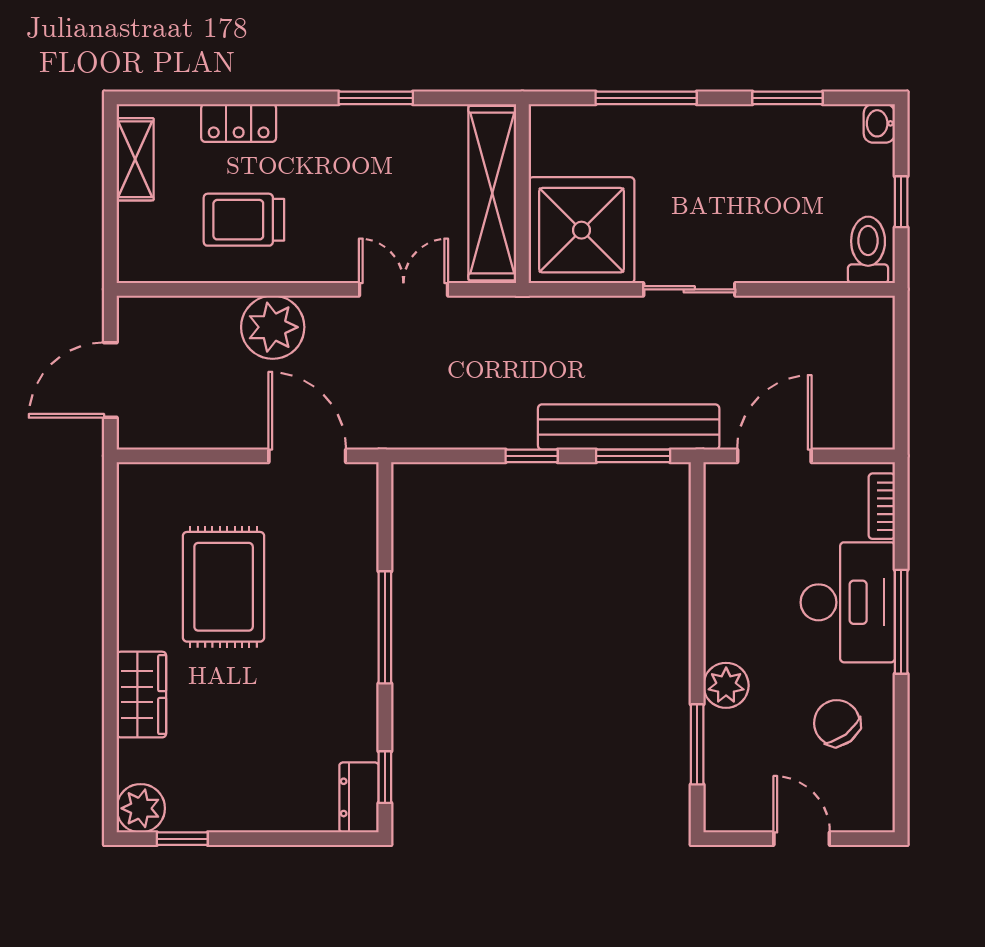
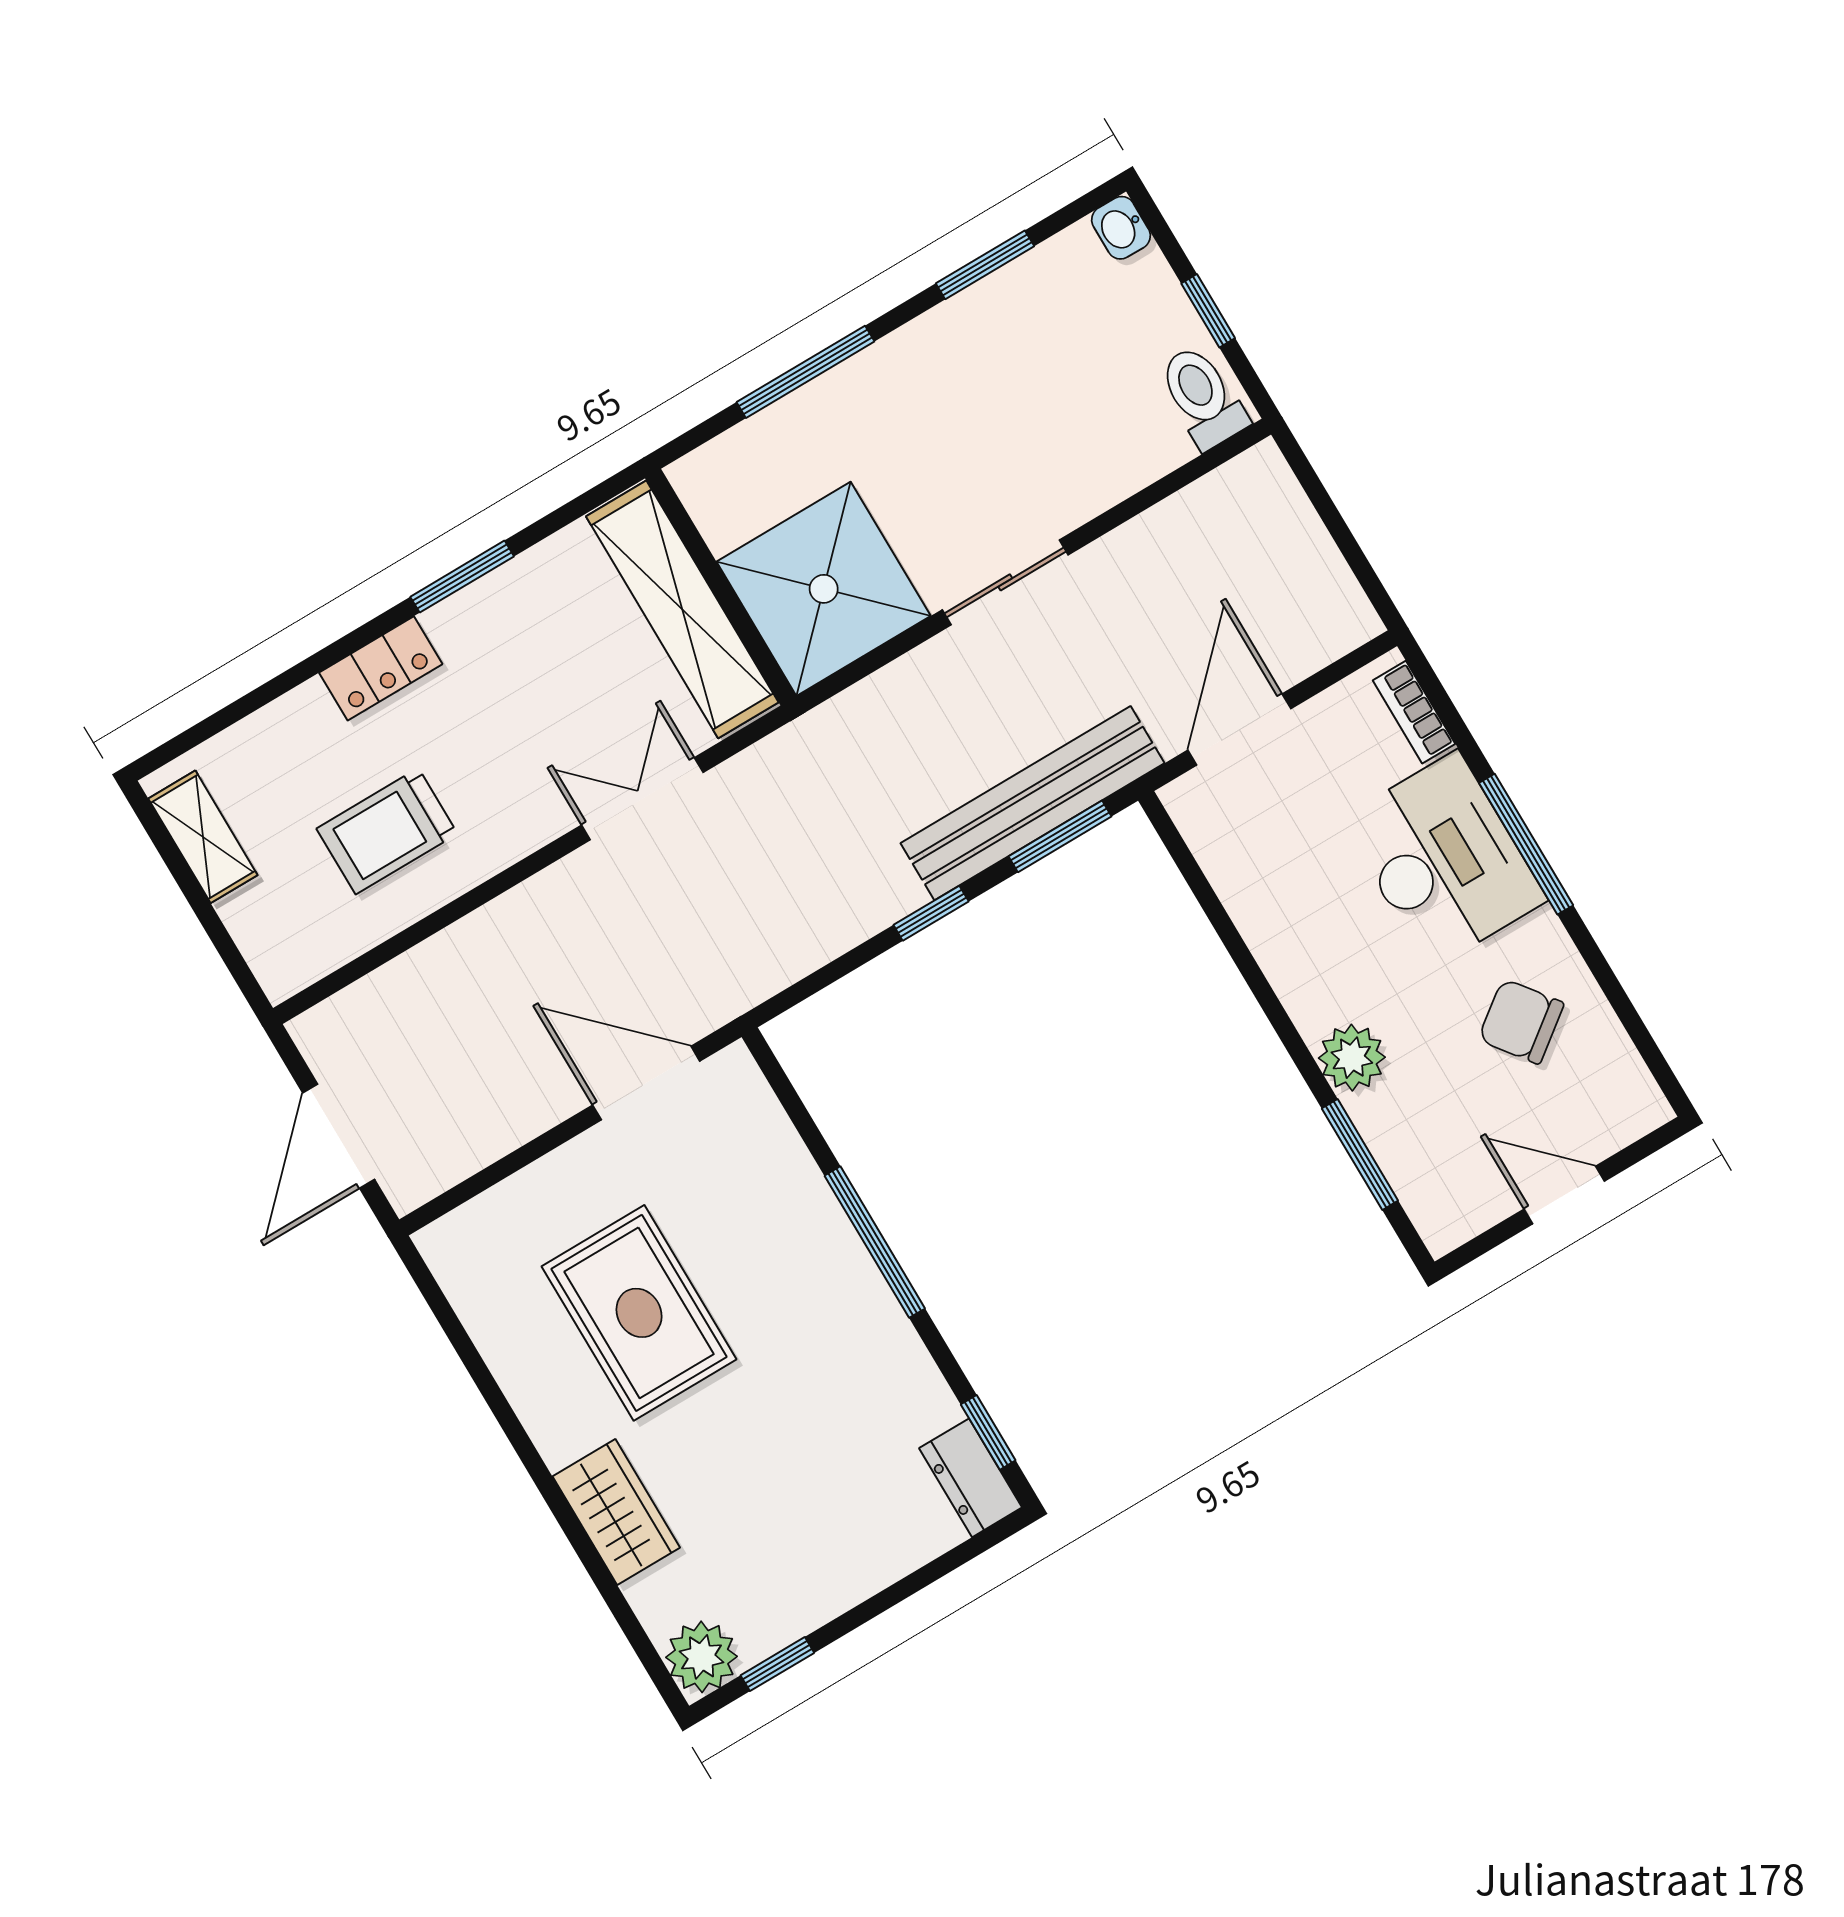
locker: (239, 123) -> (381, 668), moved
plant: (273, 327) -> (505, 946), removed

